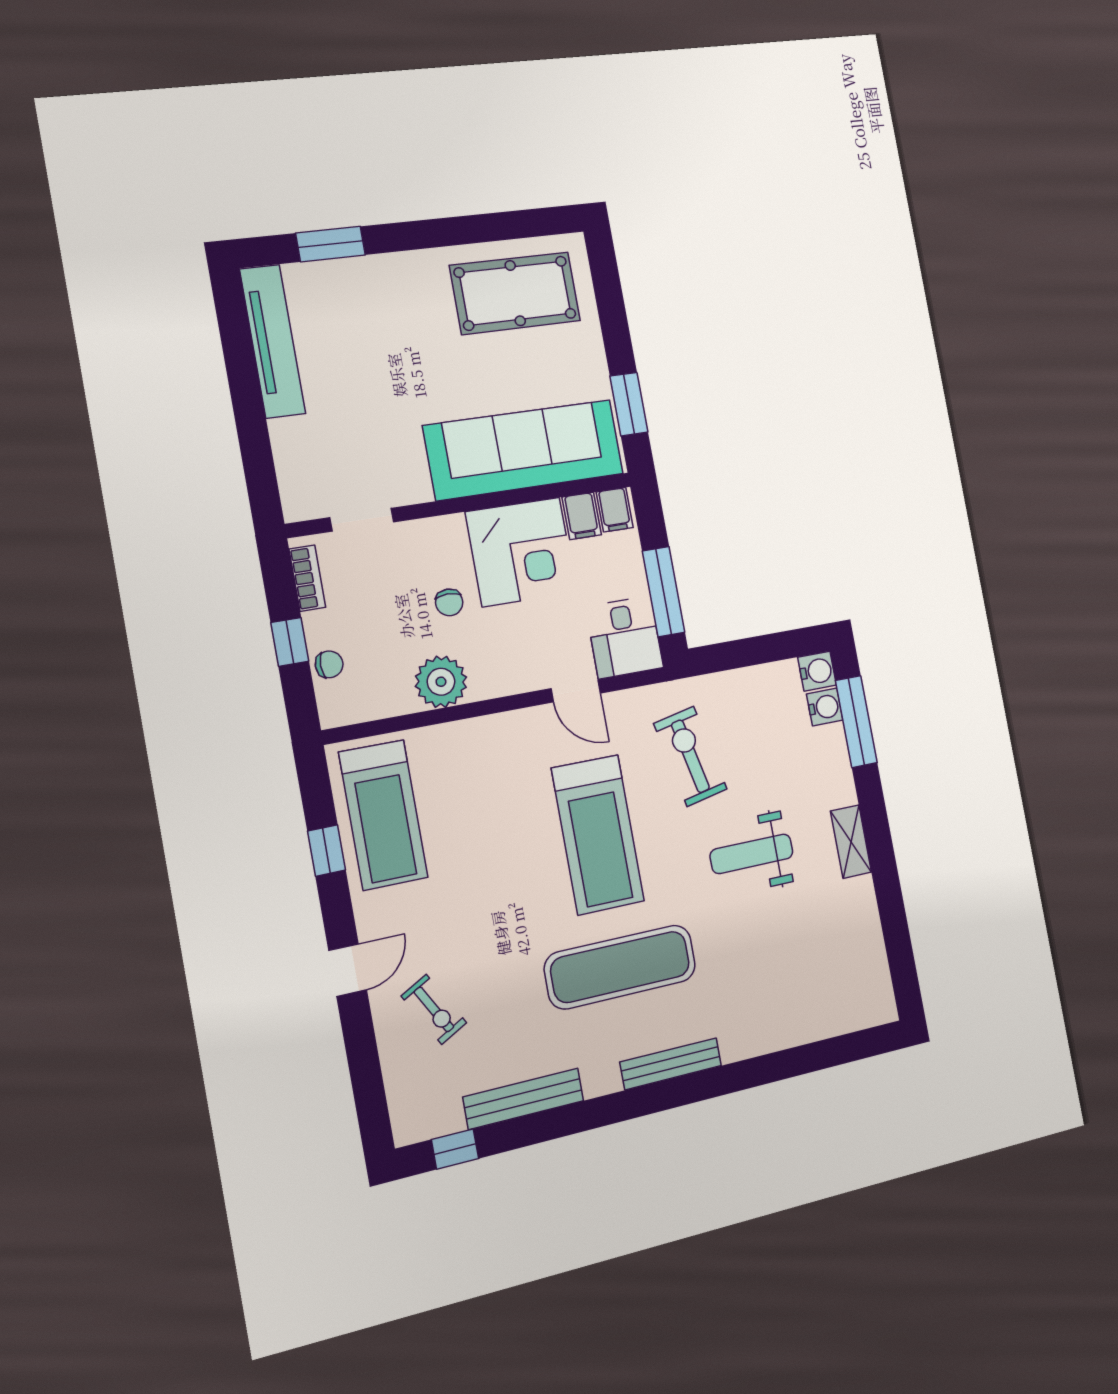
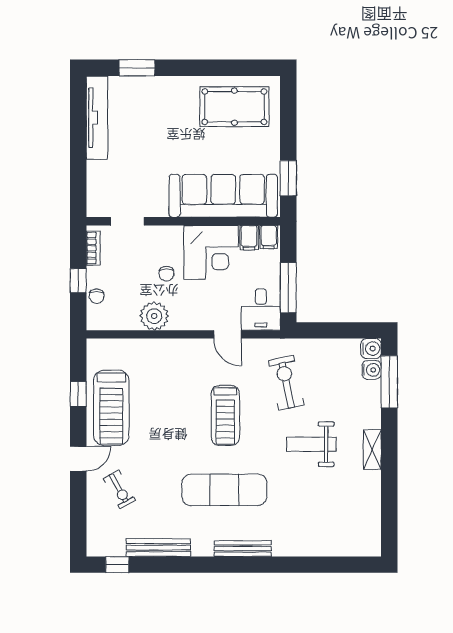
chair: (329, 664) -> (97, 296), turned 90
treadmill: (383, 815) -> (111, 408), moved
treadmill: (598, 835) -> (225, 415), width x0.73, depth x0.73

